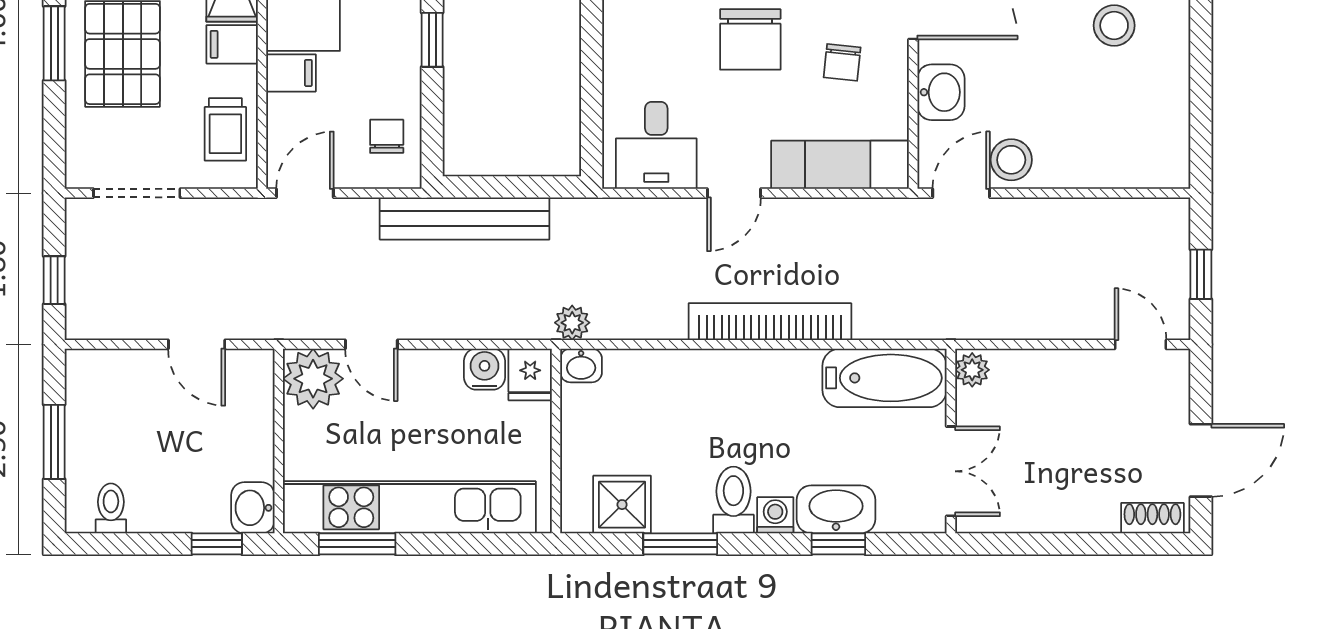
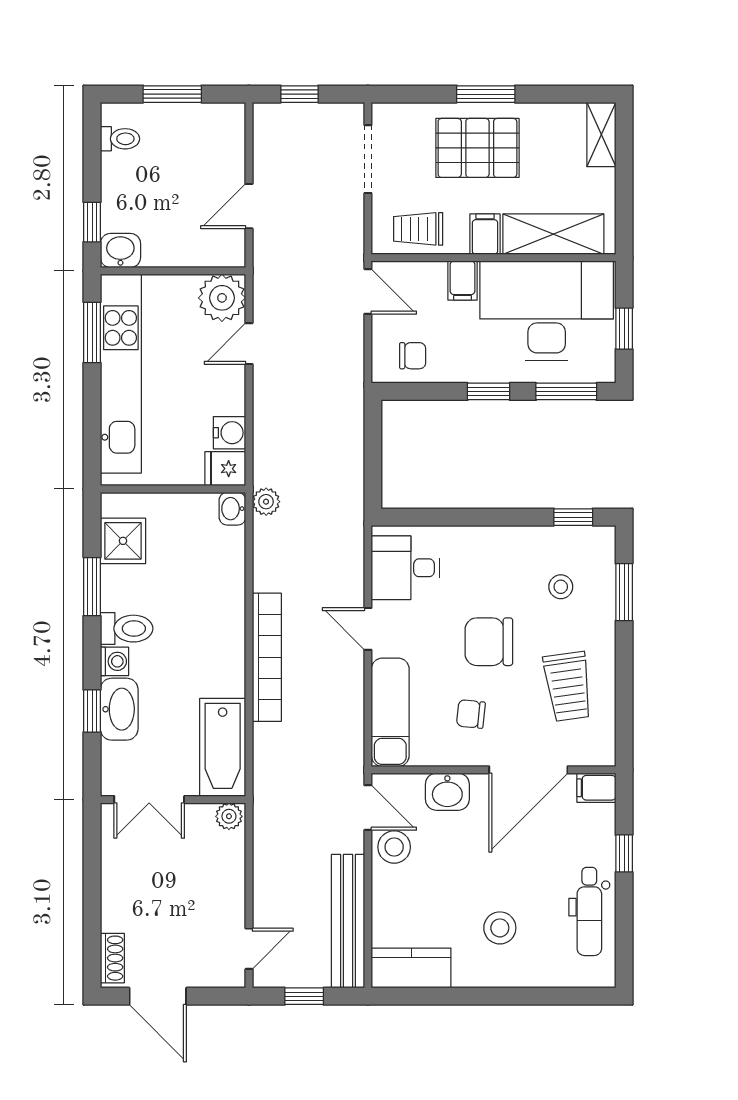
kitchen counter: (1165, 138) -> (411, 968), added
bench: (465, 218) -> (348, 921), moved

